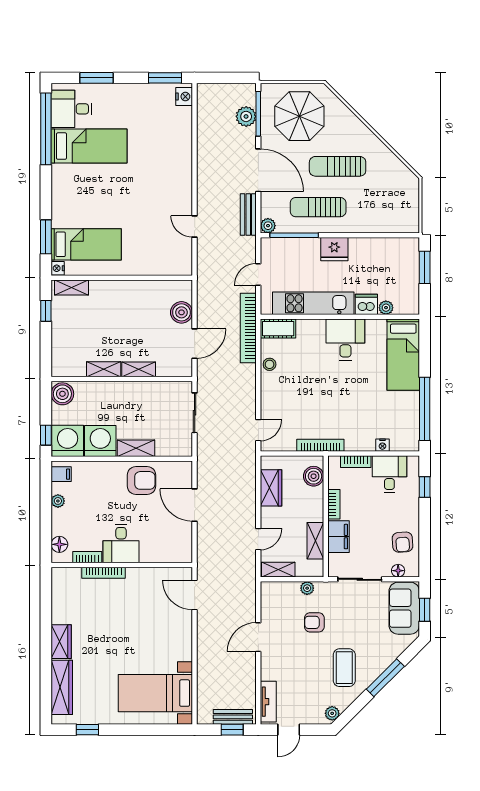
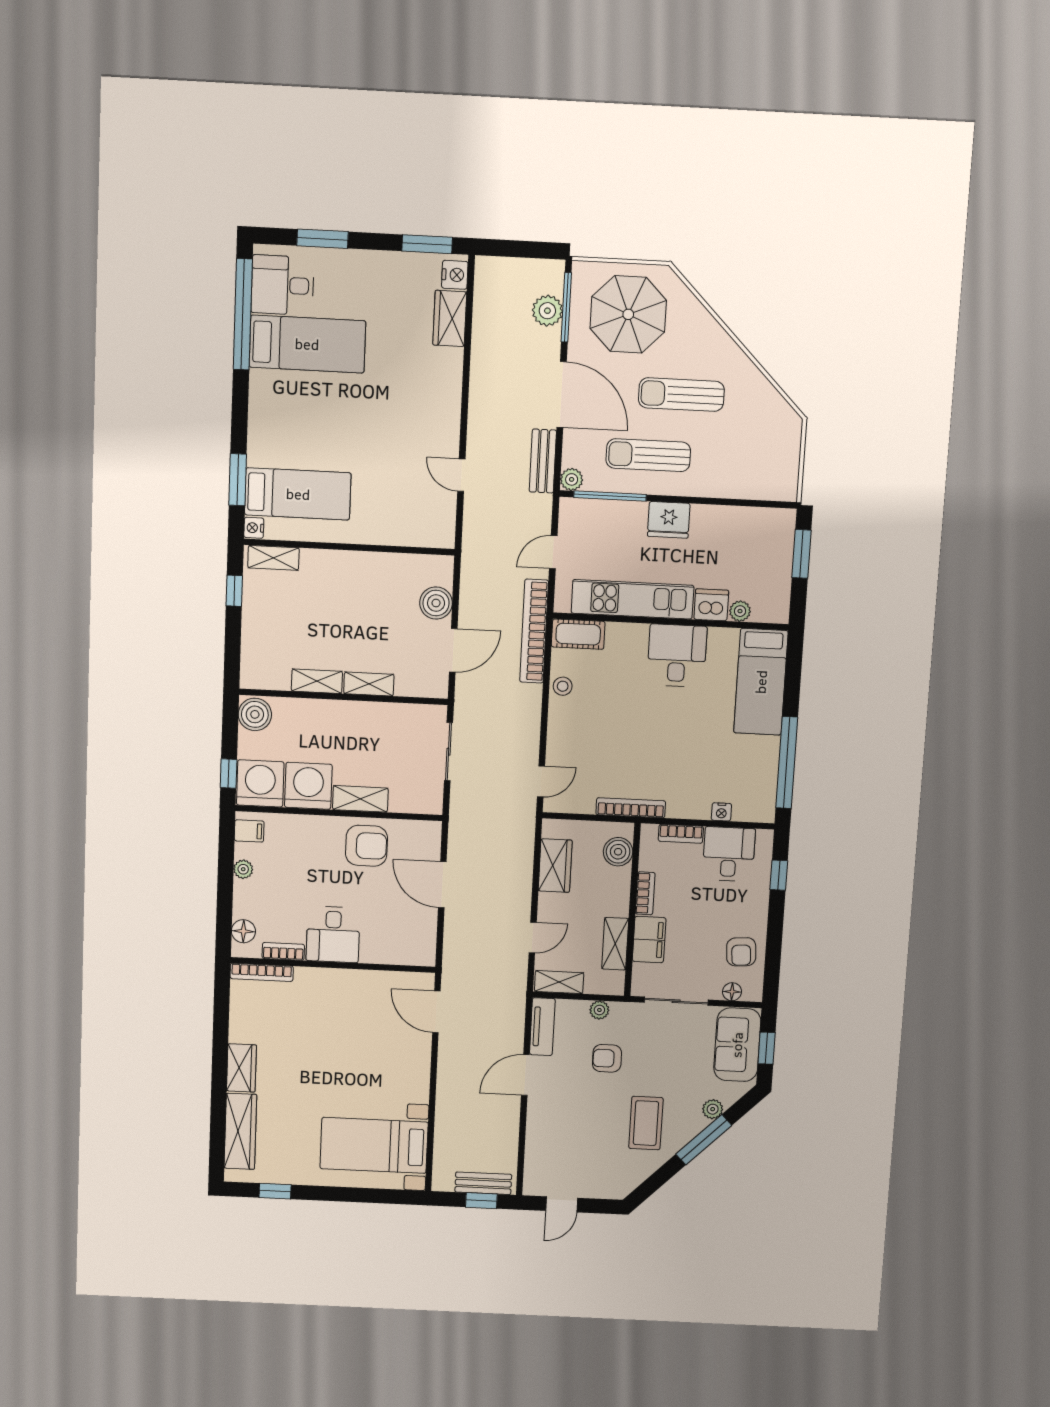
wardrobe: (182, 125) -> (450, 318), added
bookcase: (104, 573) -> (262, 972), moved
tv unit: (268, 702) -> (542, 1027), moved
plant: (332, 713) -> (713, 1109), moved

